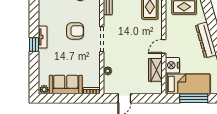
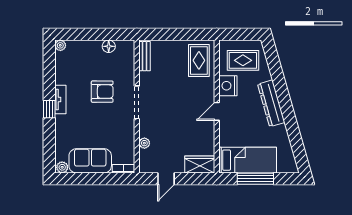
nightstand: (172, 65) -> (228, 86), moved
wardrobe: (155, 70) -> (200, 164), moved, turned 90

